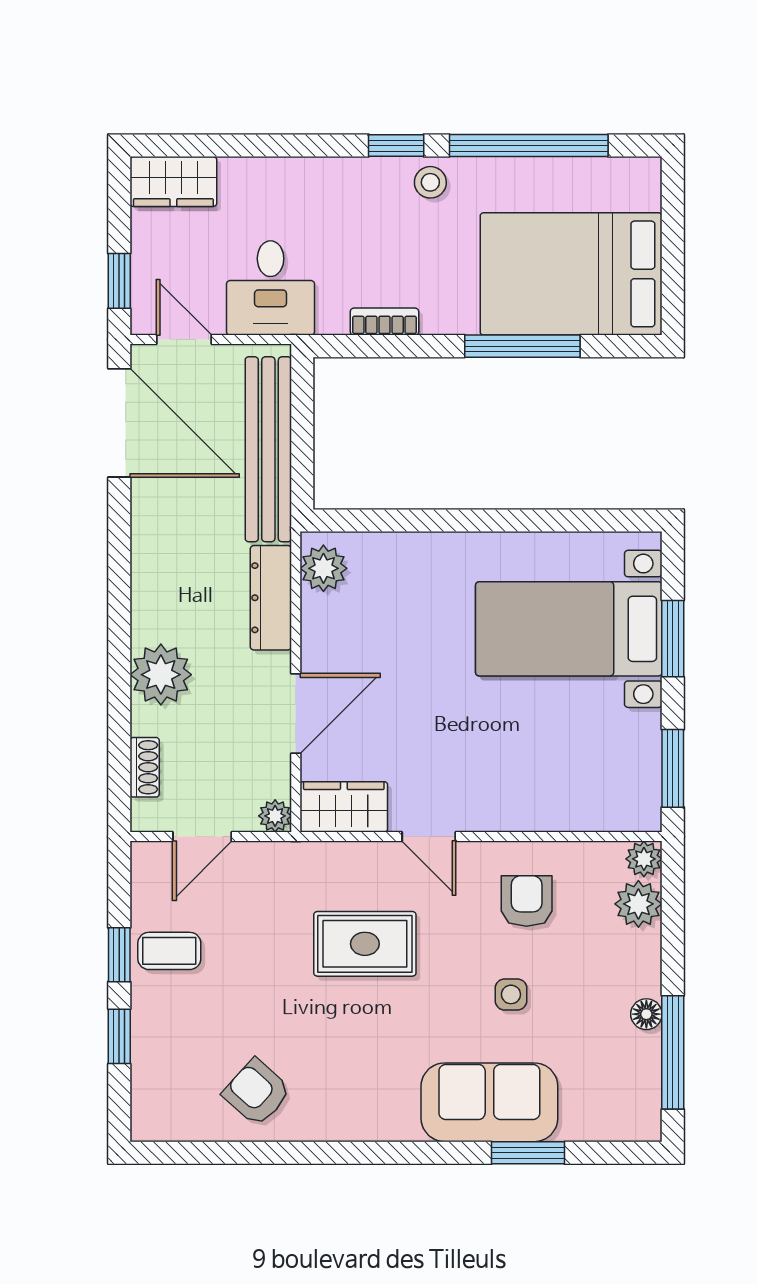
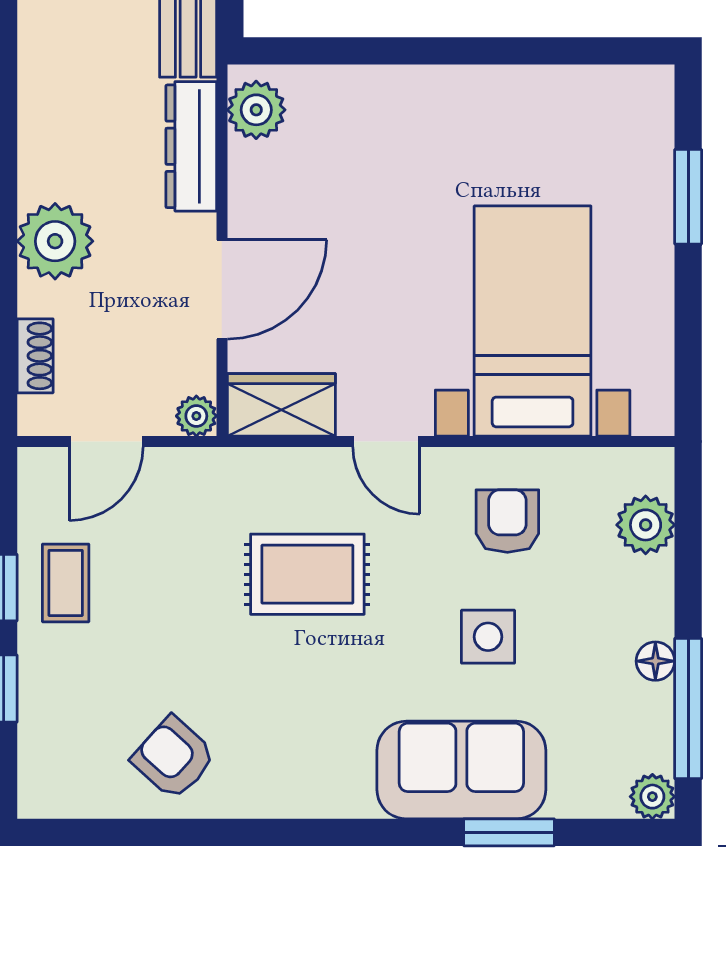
bed with nightstands: (569, 629) -> (533, 321), moved, turned 90
window: (673, 768) -> (688, 357), removed
plant: (644, 859) -> (652, 797), moved
coffee table: (169, 951) -> (66, 583), turned 90
side table: (511, 994) -> (488, 637), width x1.37, depth x1.37

